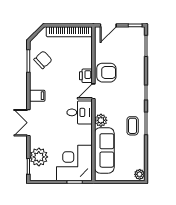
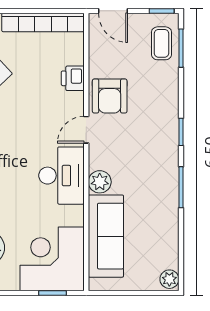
door: (108, 25) -> (113, 11), hinge flipped
armchair: (106, 73) -> (110, 96), turned 90
printer: (86, 76) -> (73, 78), moved
desk: (80, 112) -> (61, 176), width x1.37
coffee table: (133, 126) -> (162, 43), moved

